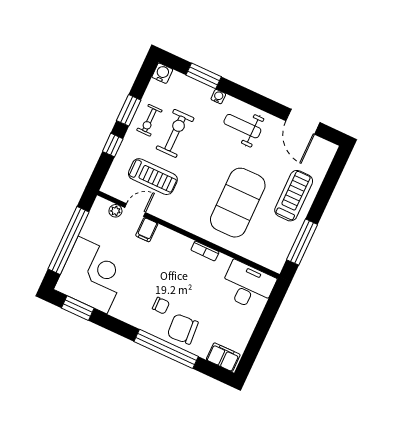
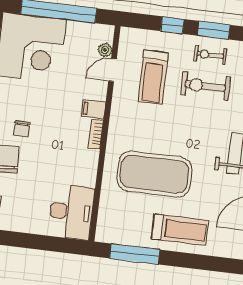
exercise bike: (175, 133) -> (205, 86), turned 180
door: (135, 210) -> (112, 70), swing flipped
filing cabinet: (147, 230) -> (93, 109), moved
bookcase: (205, 251) -> (96, 134), moved

